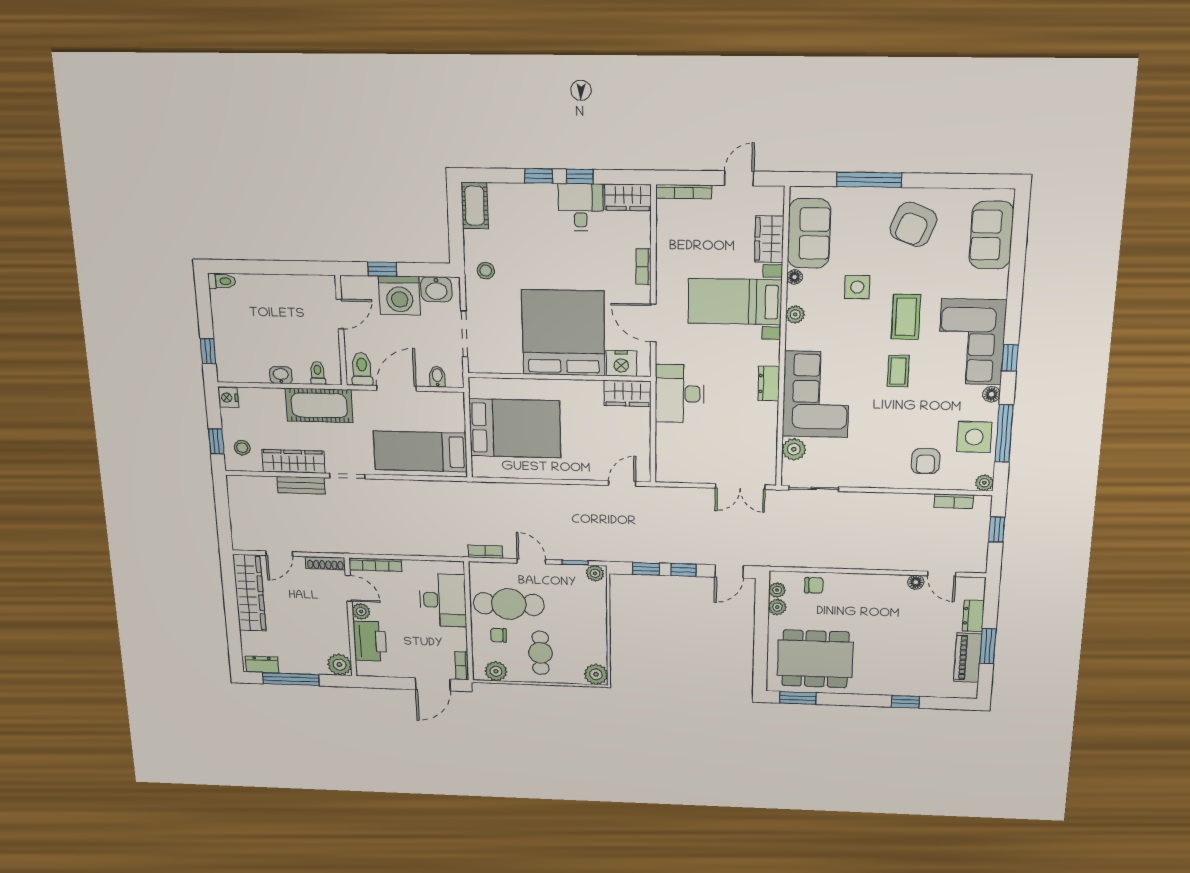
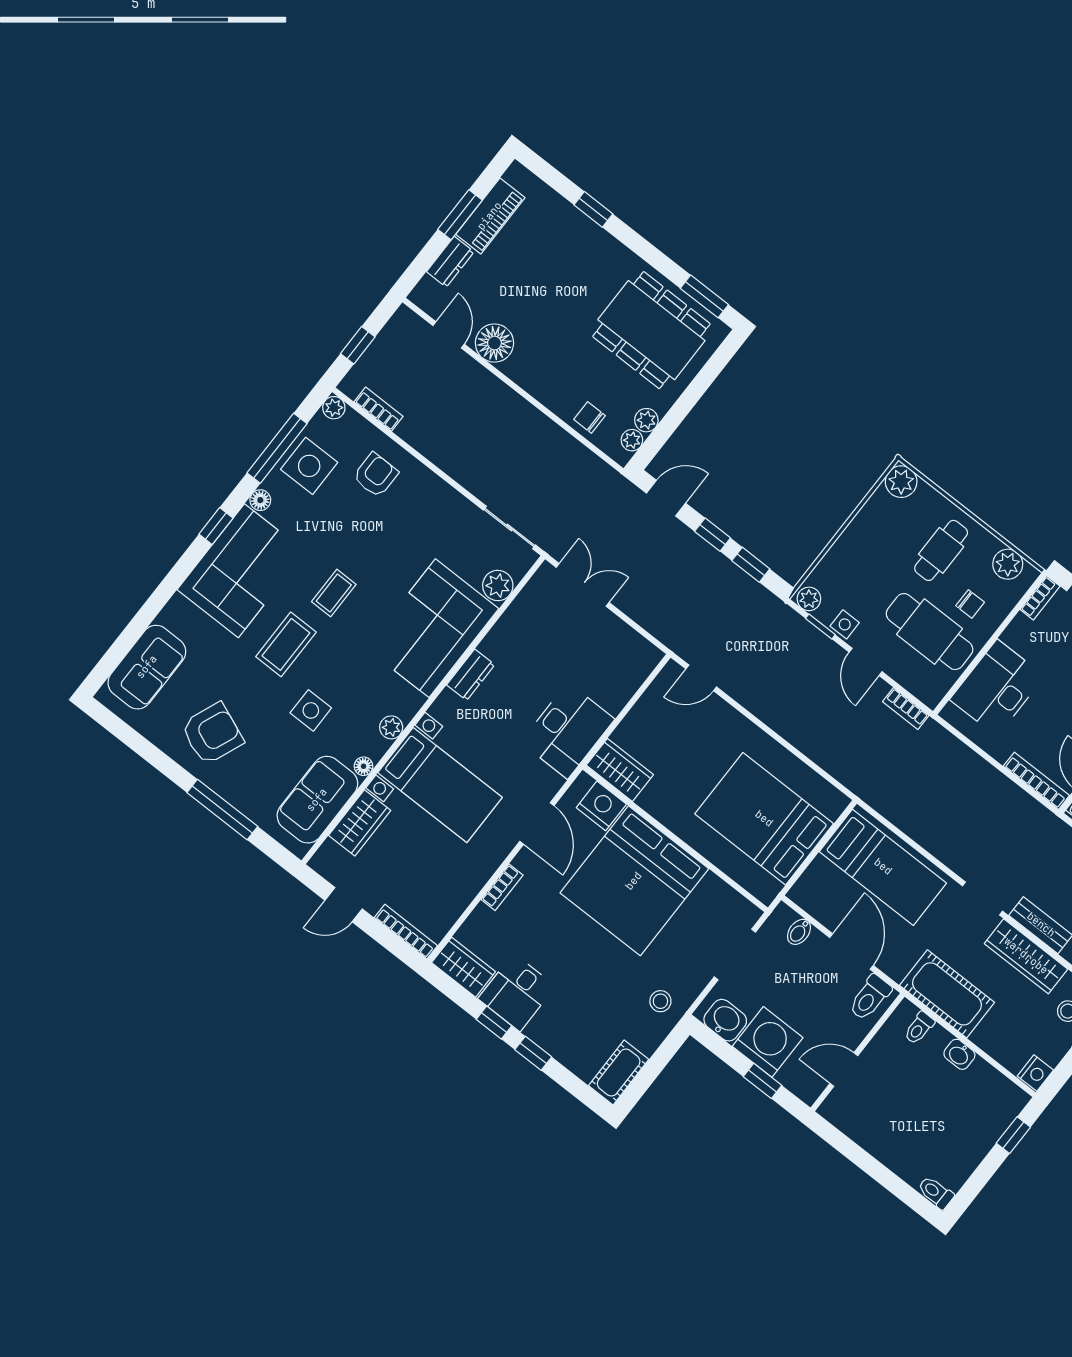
door: (396, 388) -> (851, 951), swing flipped
side table: (562, 574) -> (845, 624), added
floor lamp: (916, 582) -> (494, 343), width x1.89, depth x1.89

